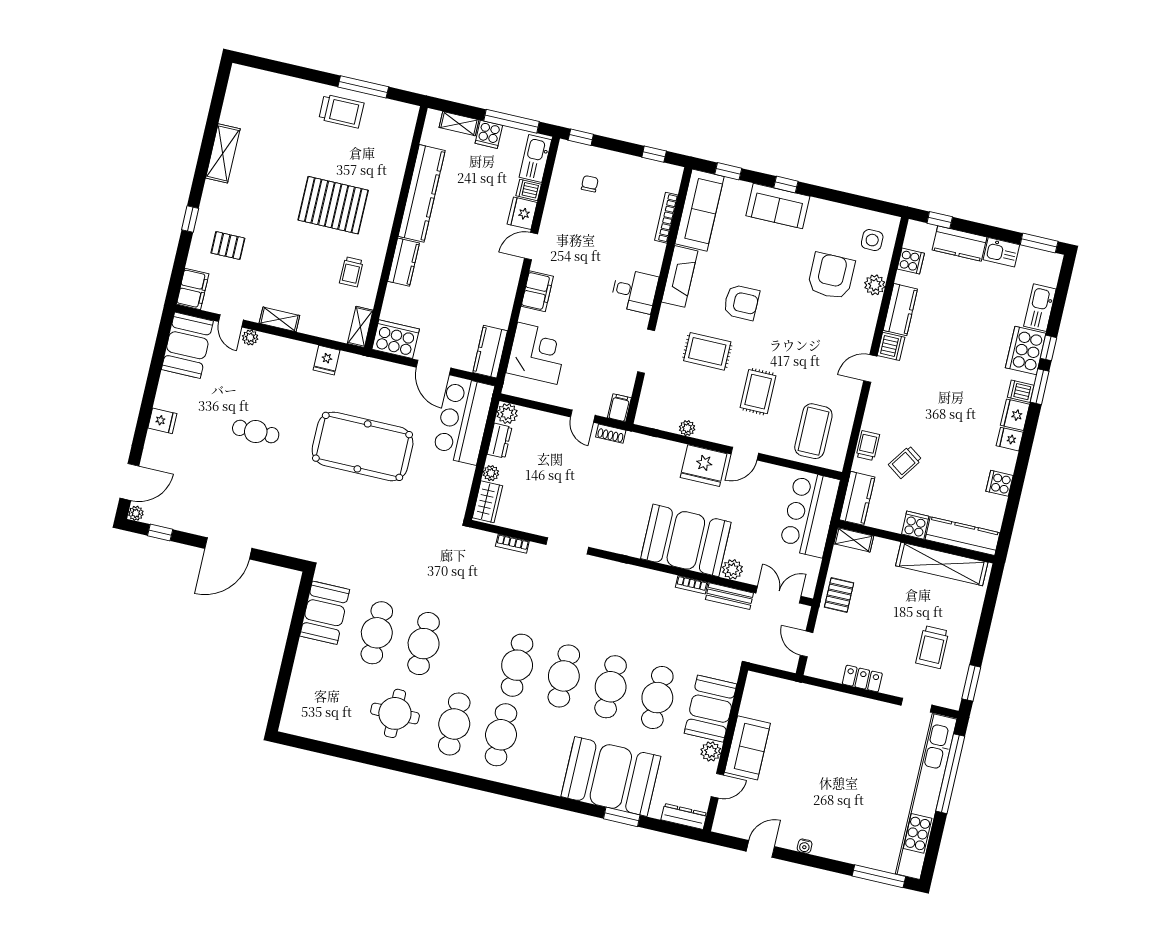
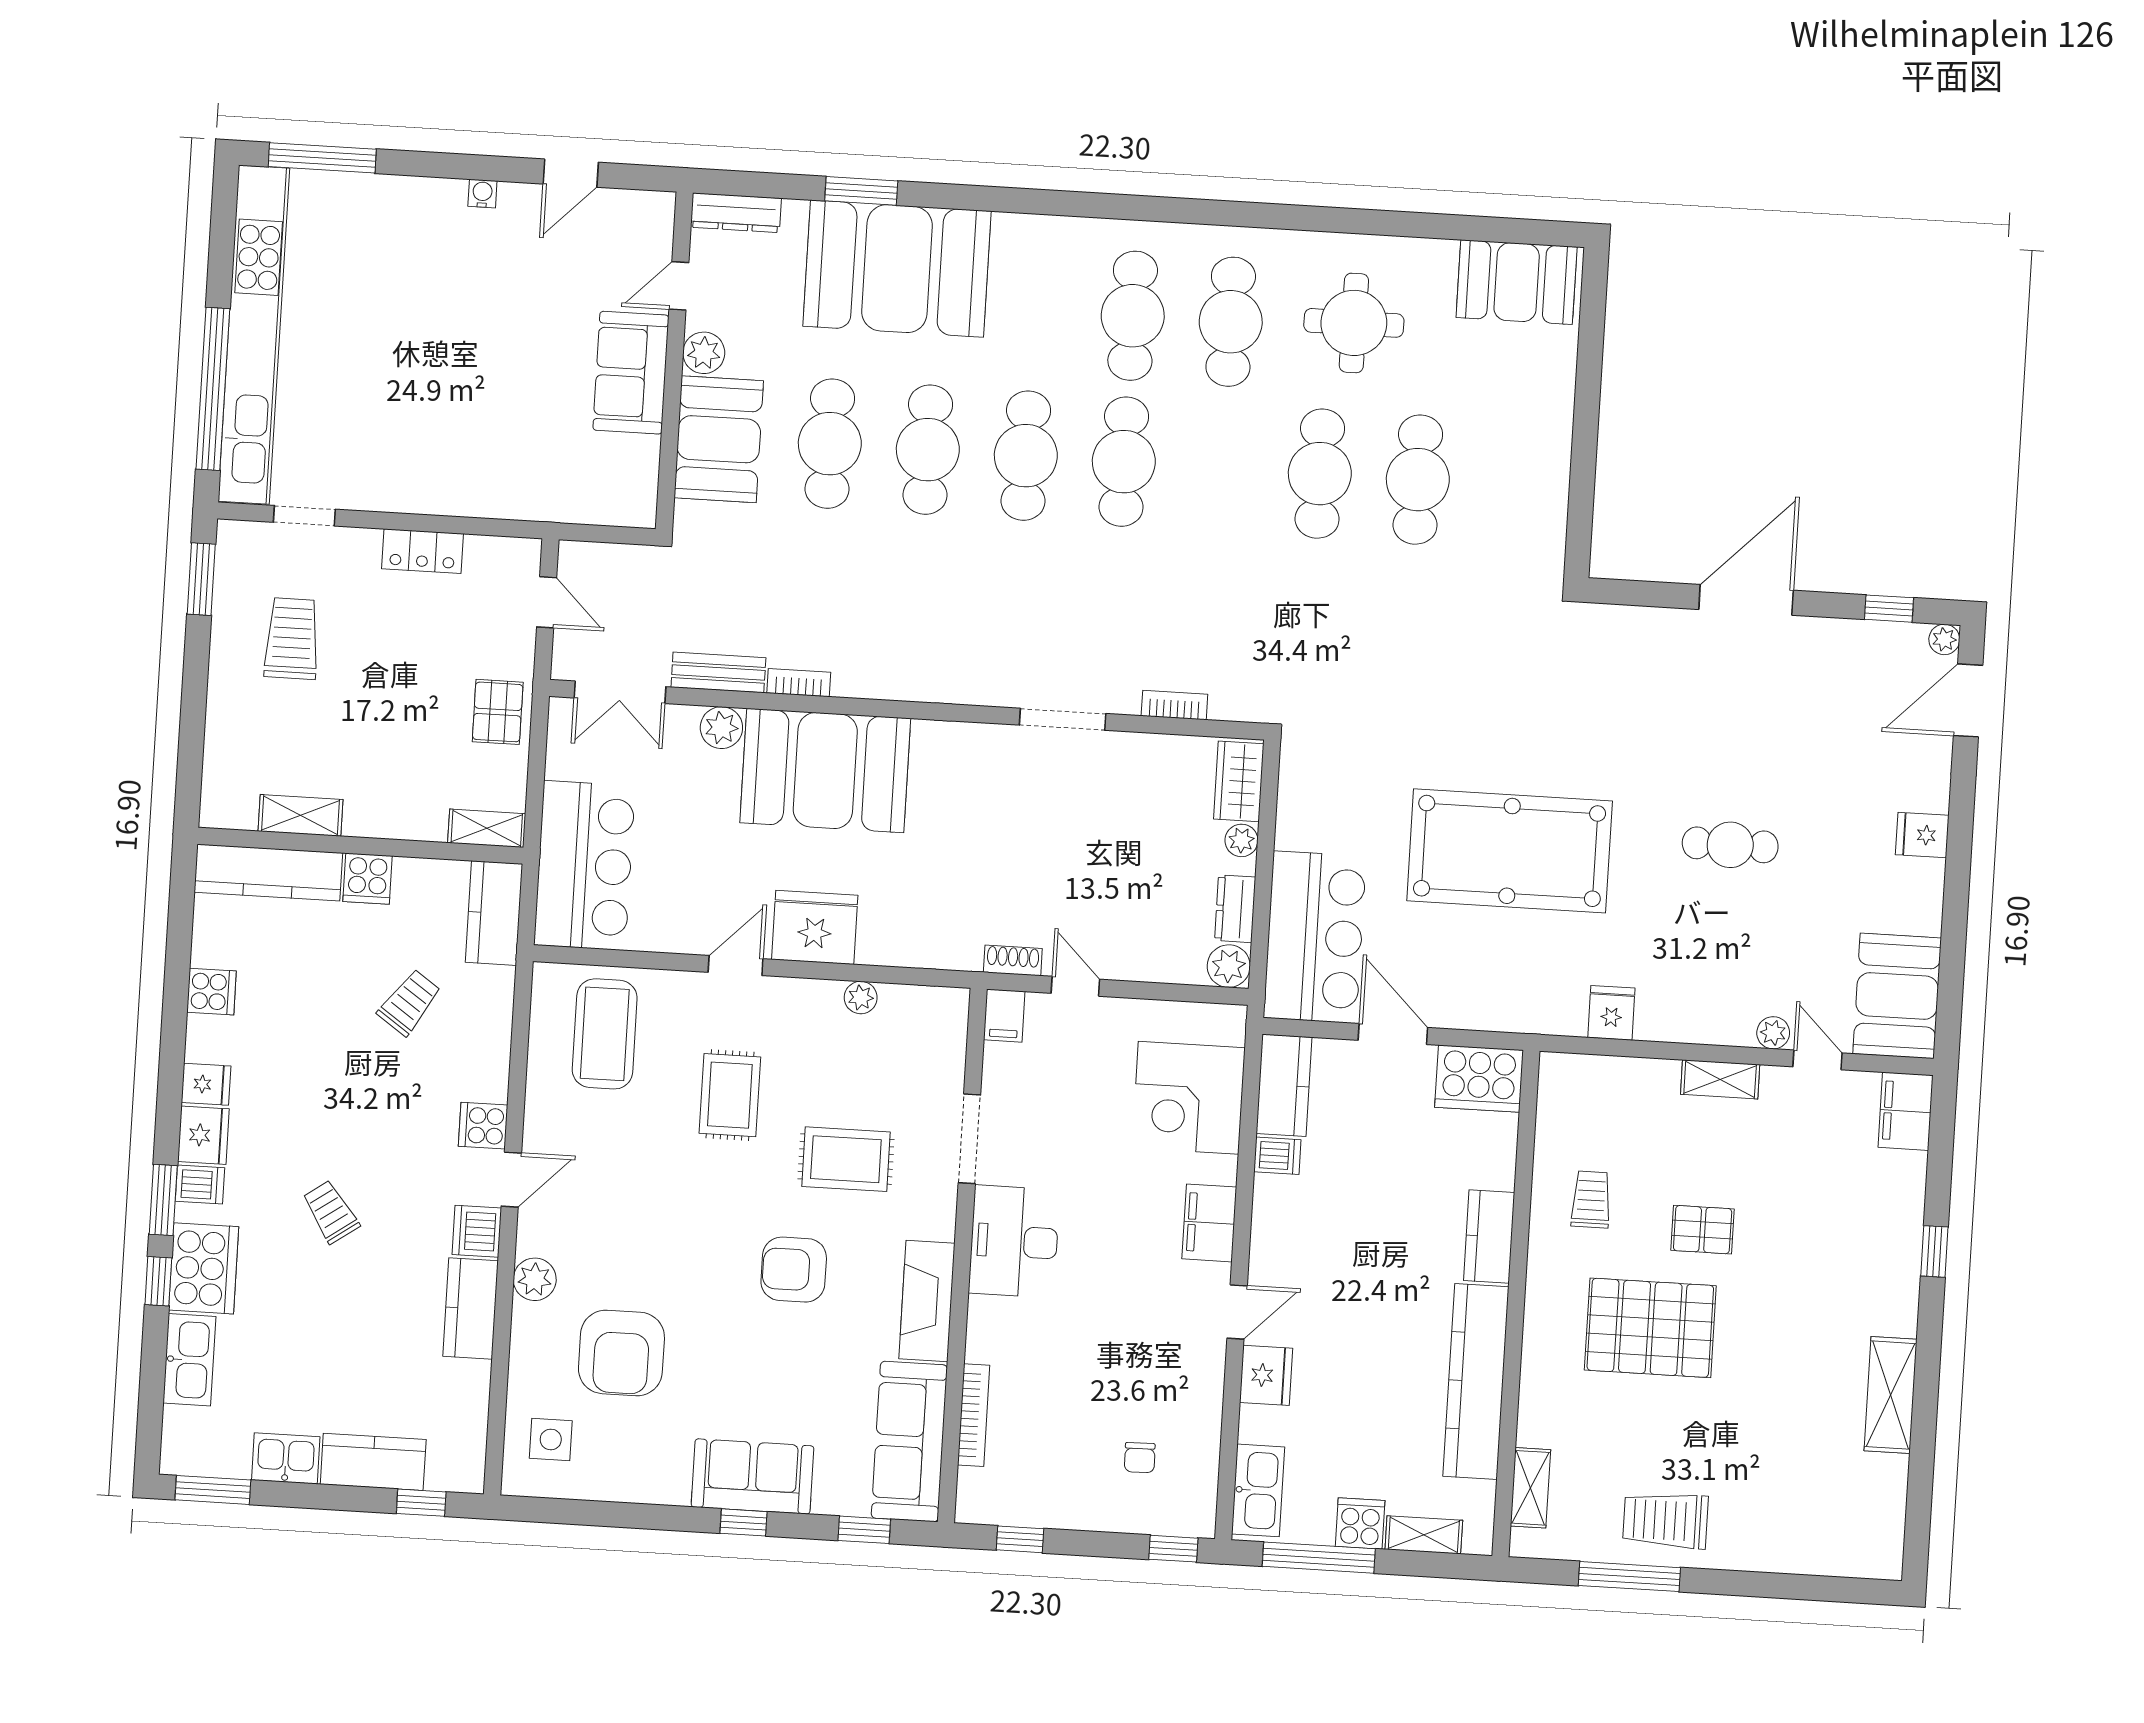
dishwasher: (529, 190) -> (1277, 1156), moved
pallet: (228, 246) -> (1703, 1230), moved
cooker: (911, 261) -> (483, 1126), moved
plant: (875, 285) -> (535, 1279), moved
desk: (634, 291) -> (1014, 1241), width x1.37
shelving: (360, 327) -> (1530, 1488), moved
trolley: (868, 446) -> (331, 1212), moved, turned 145
shelving: (942, 564) -> (300, 815), width x0.45, depth x0.75
booth: (325, 613) -> (1517, 282), moved, turned 90

